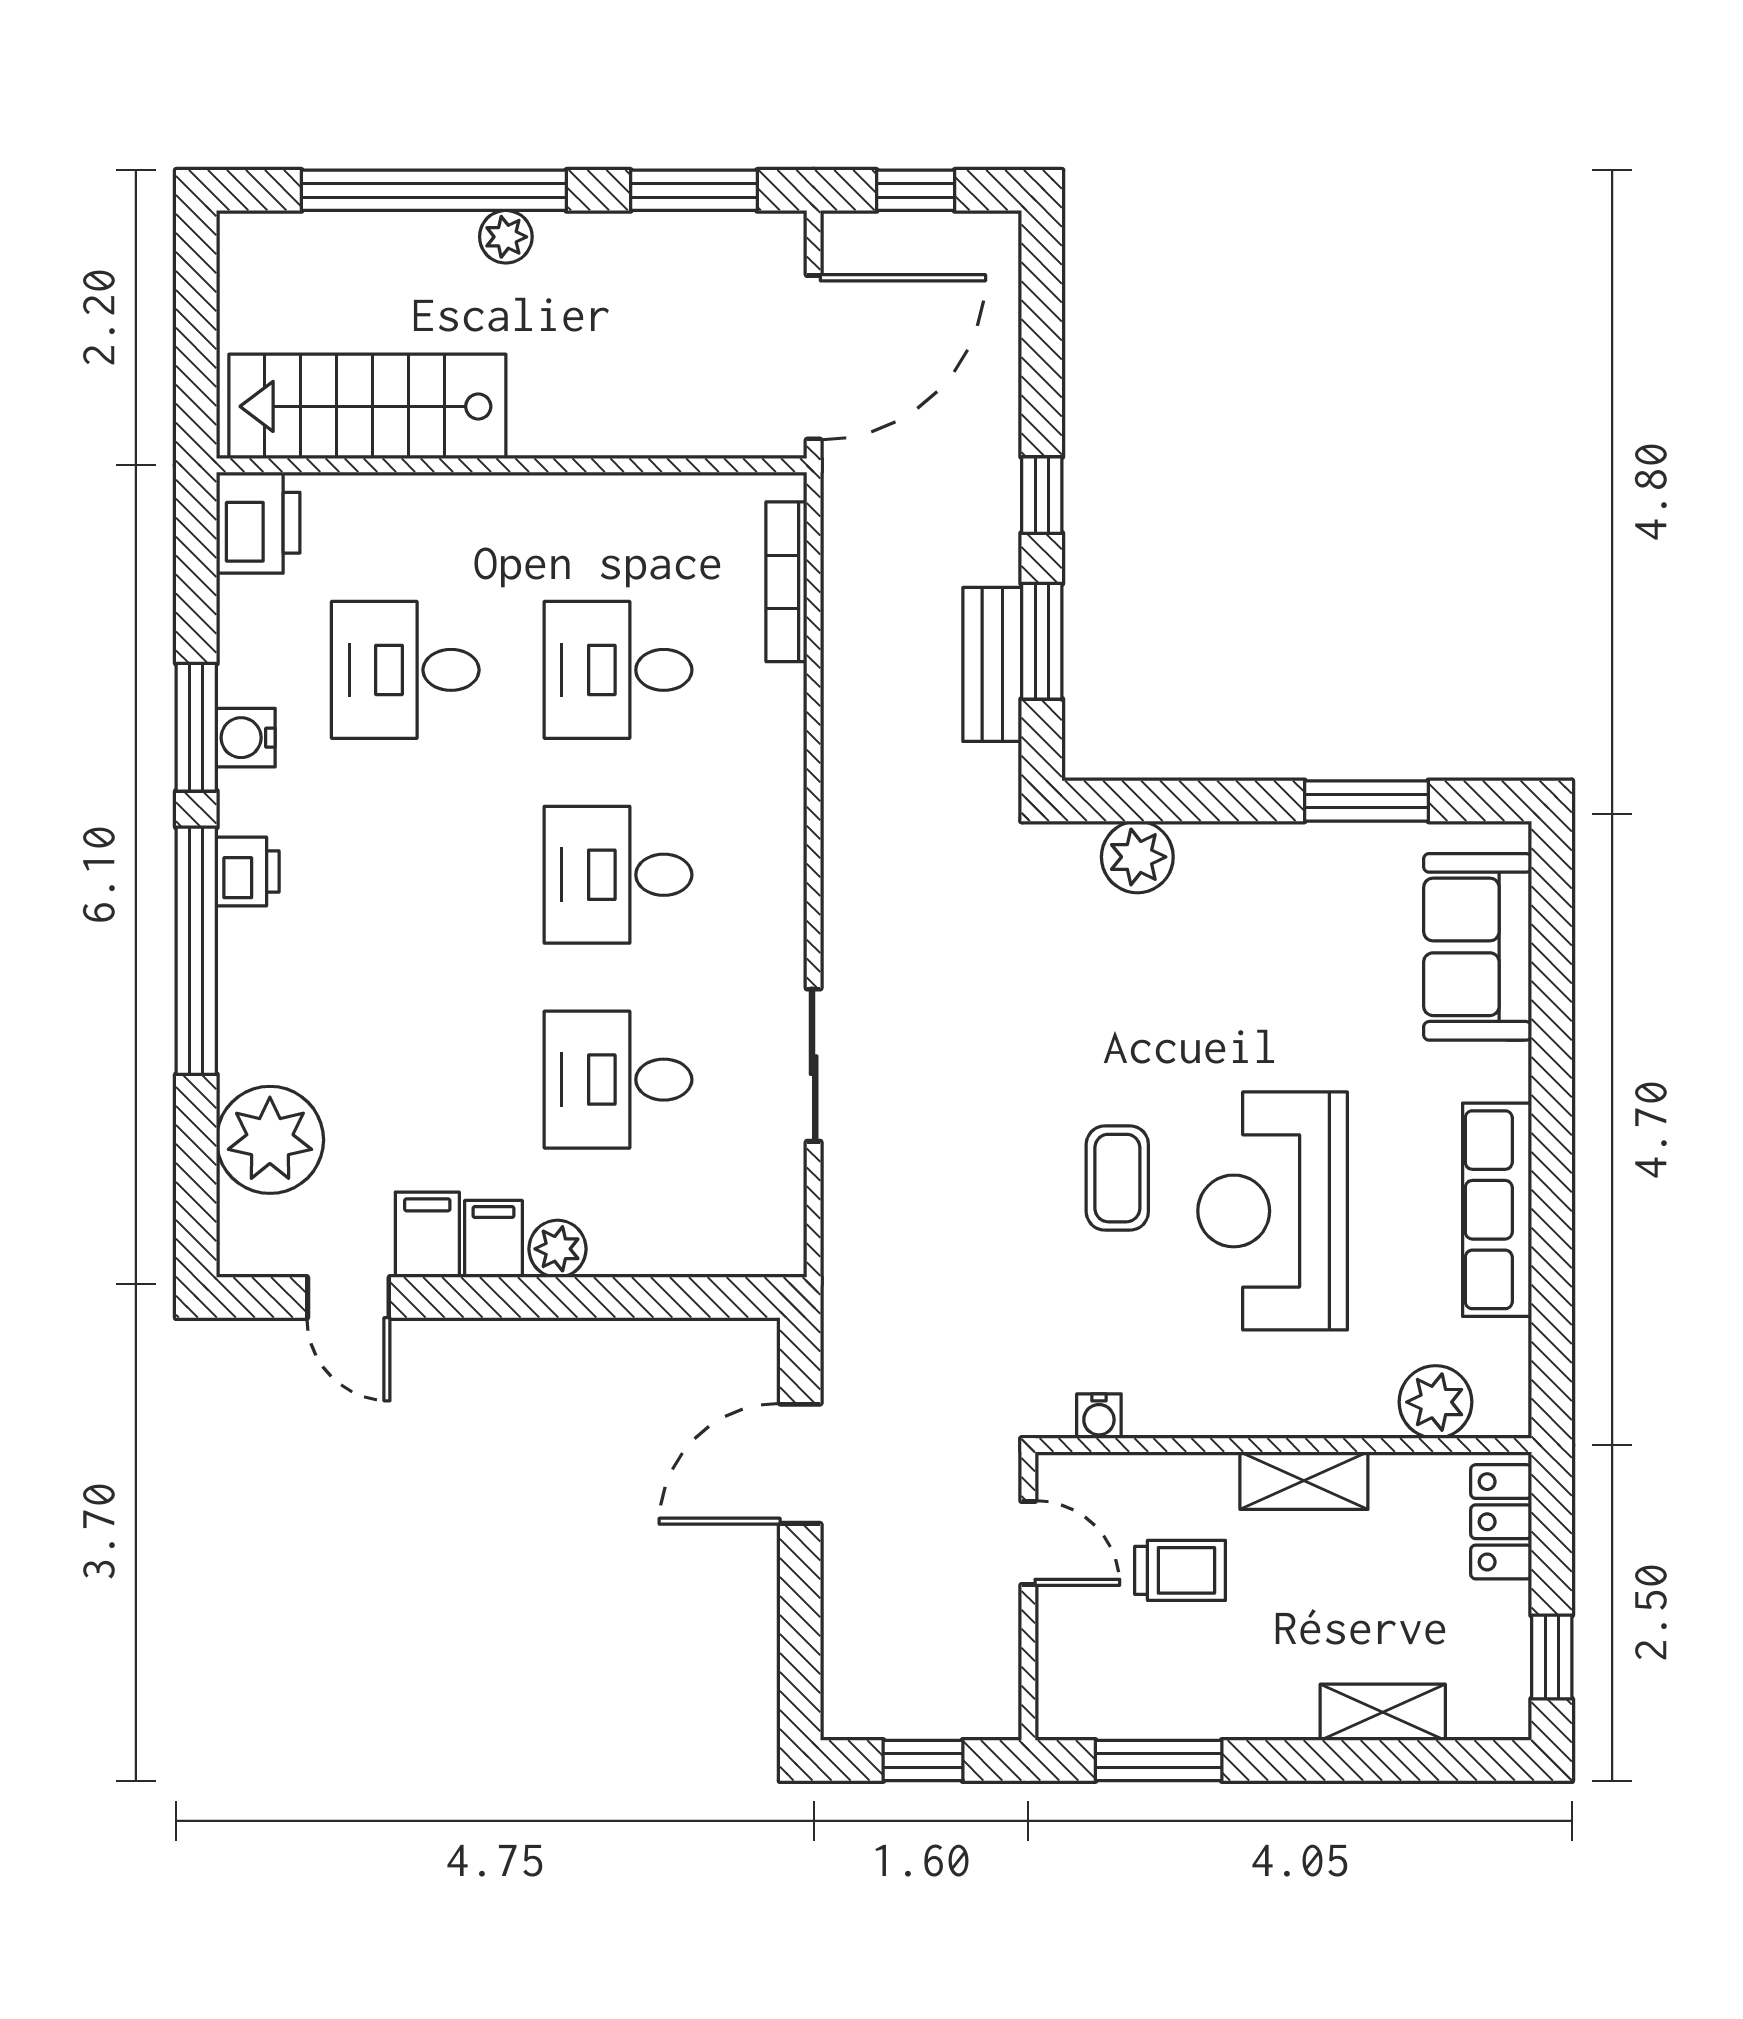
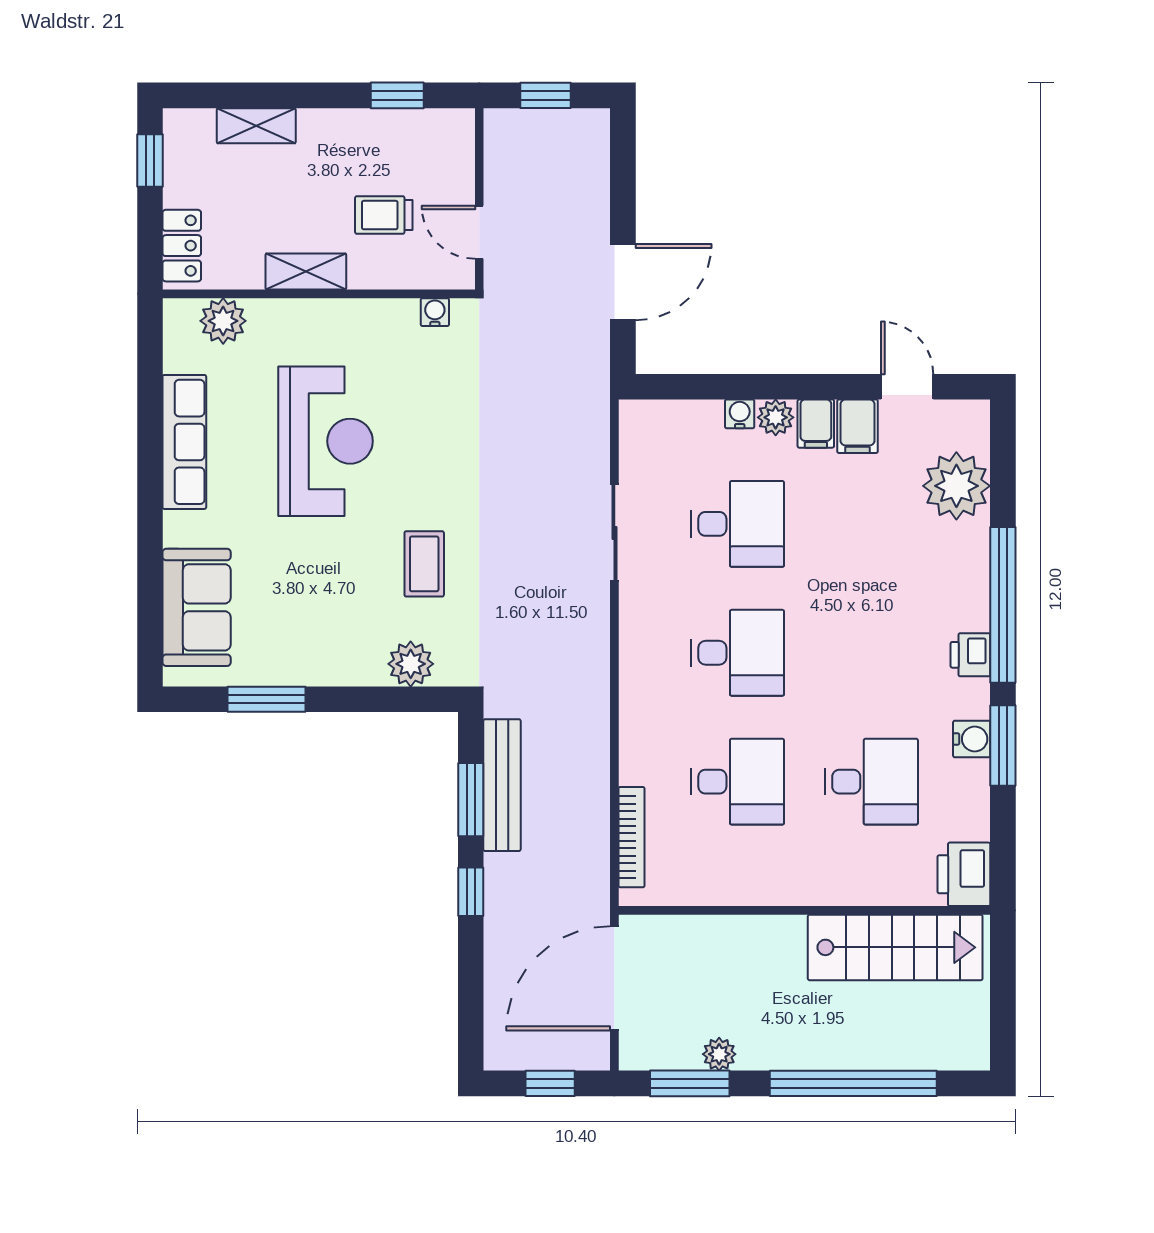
plant: (506, 237) -> (719, 1054), moved
bench: (992, 664) -> (502, 785), width x1.36
coffee table: (1117, 1178) -> (424, 564), moved
water cooler: (614, 1254) -> (740, 414), added
window: (1159, 1760) -> (397, 95), width x0.67

